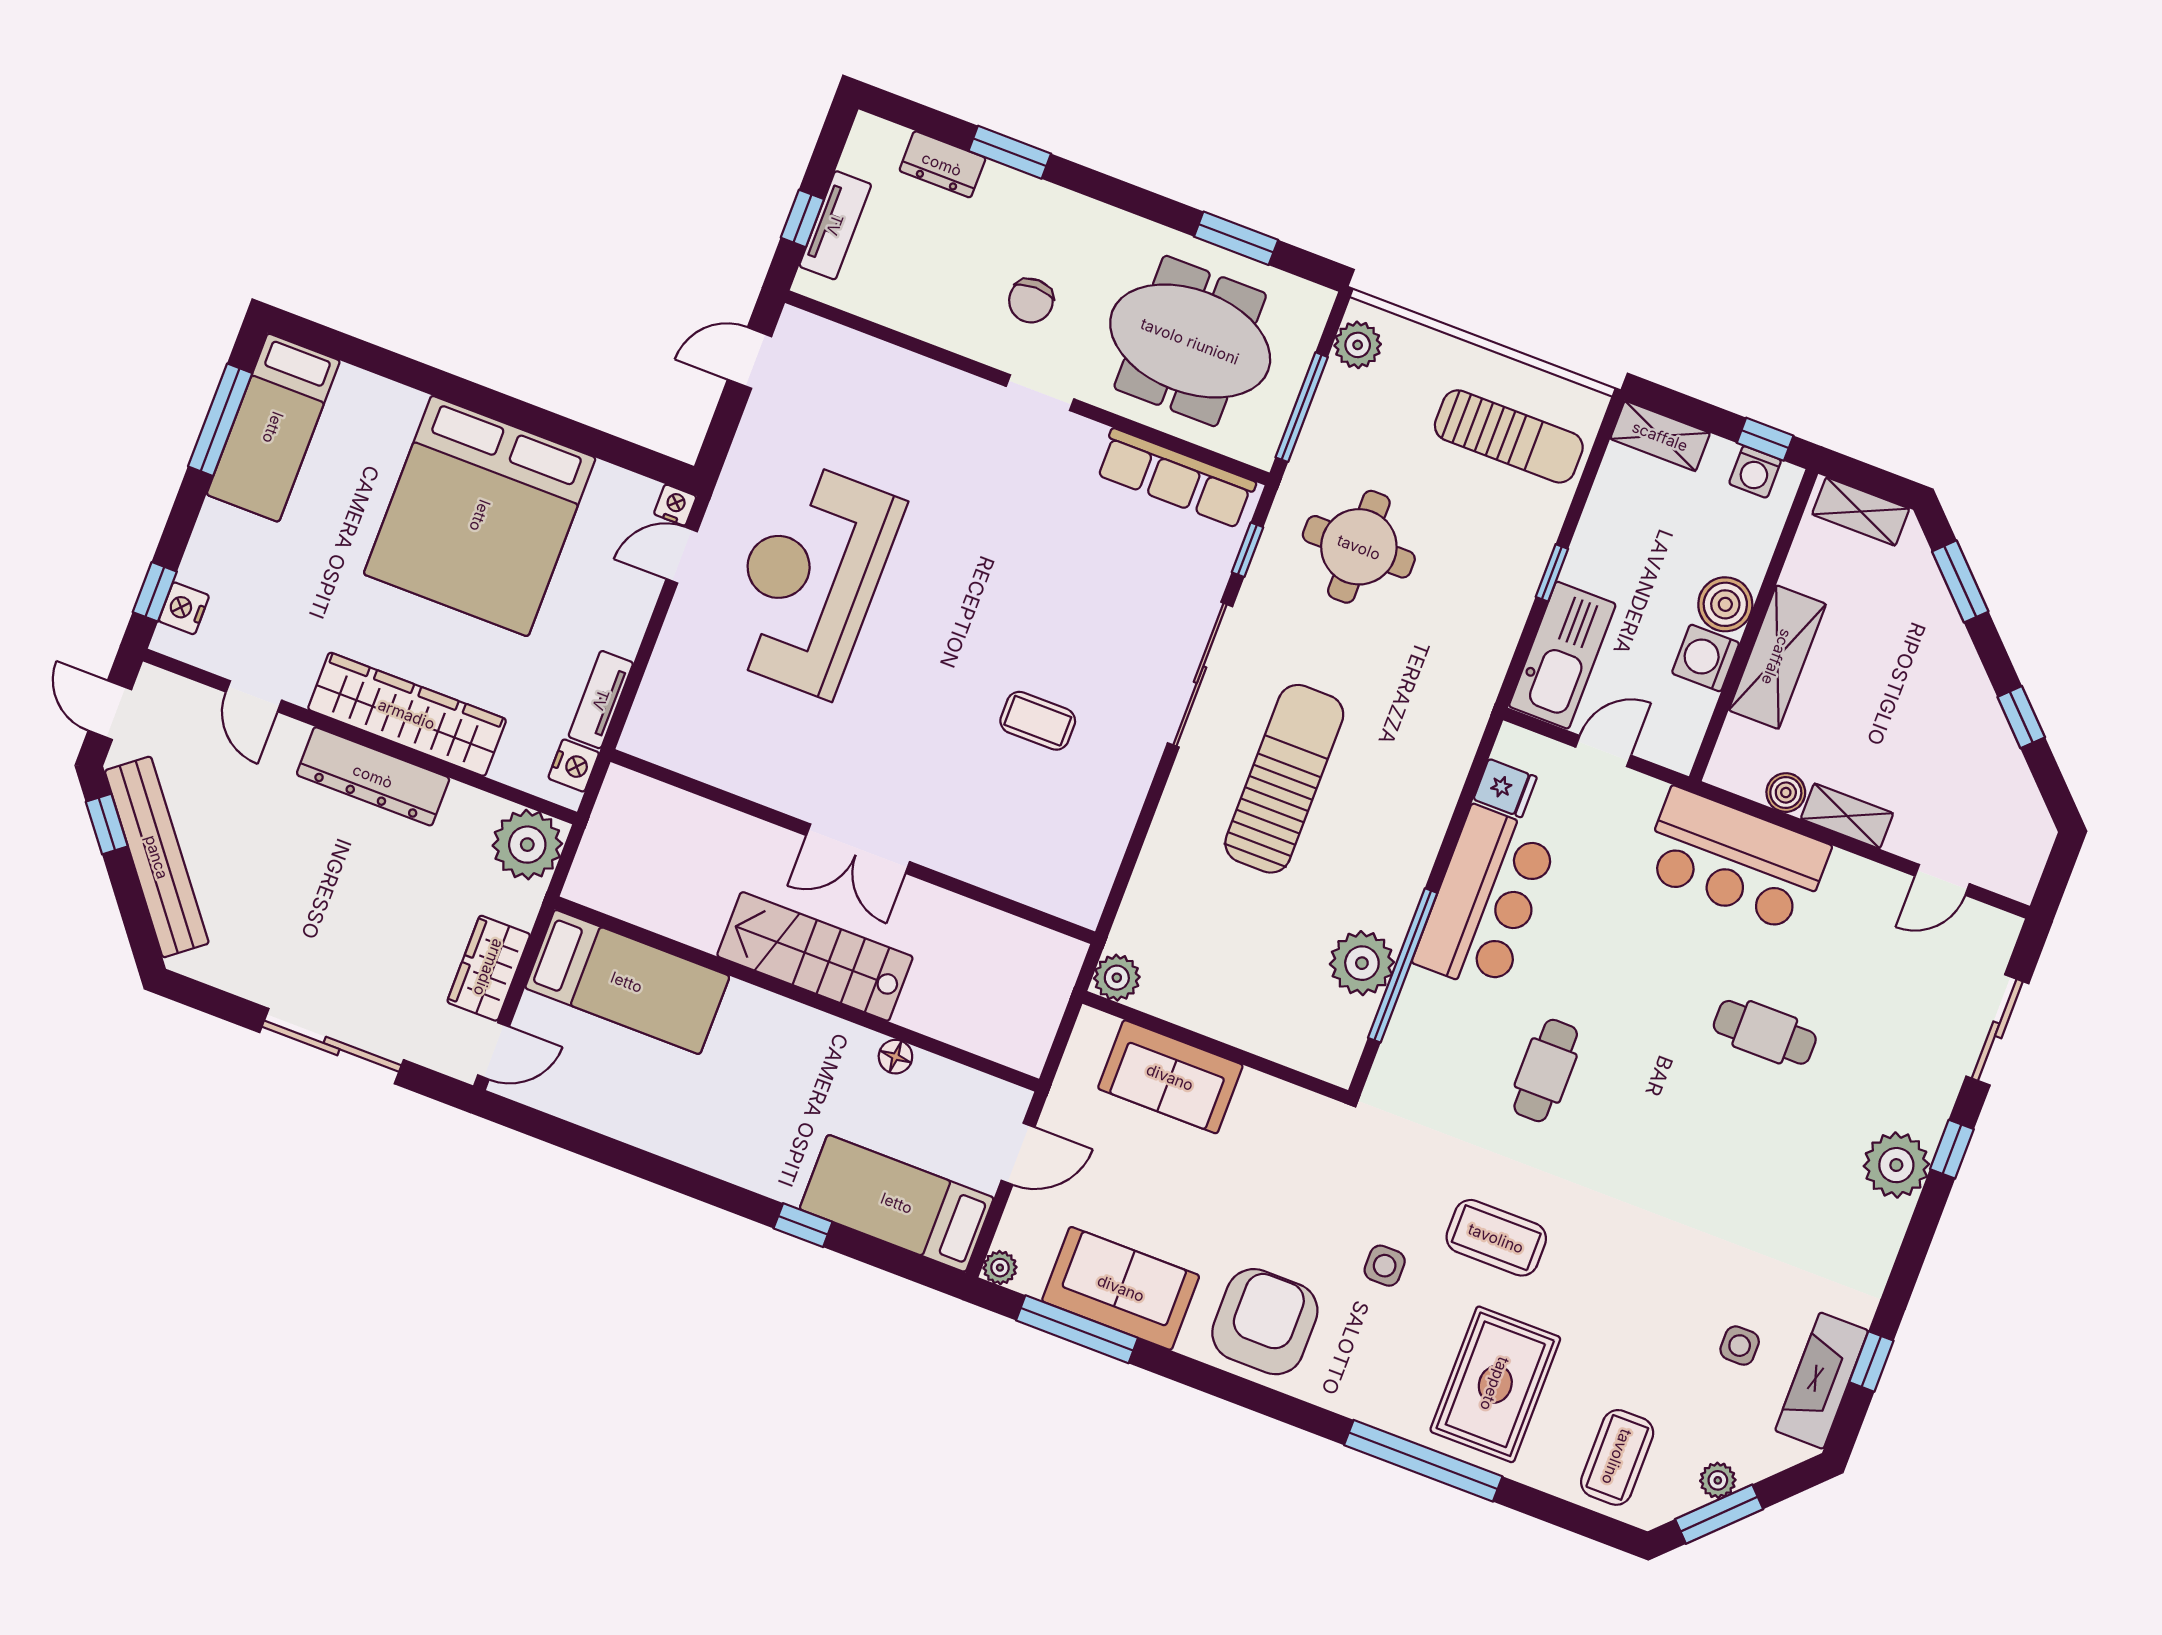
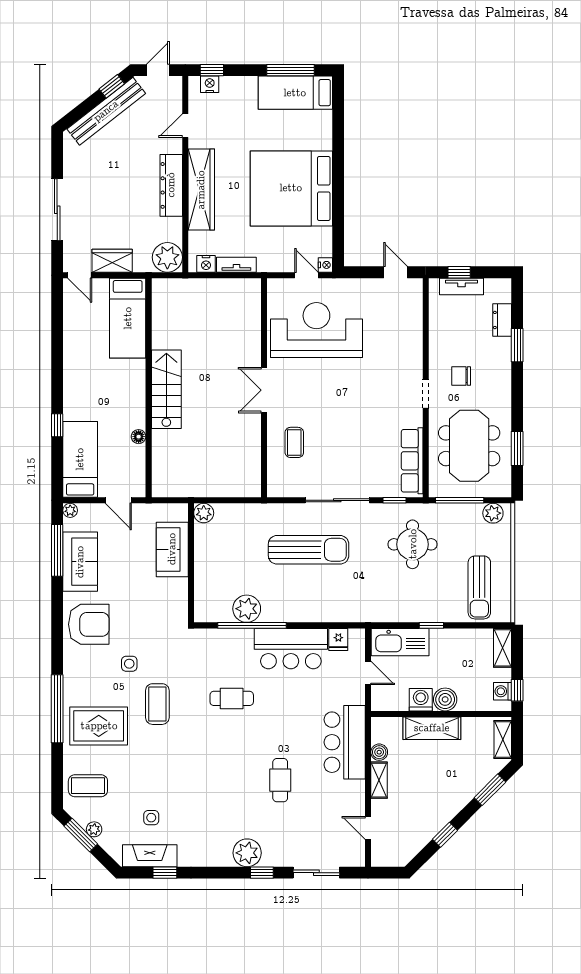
wall: (853, 847) -> (264, 388), moved
double door: (858, 849) -> (264, 390), moved

